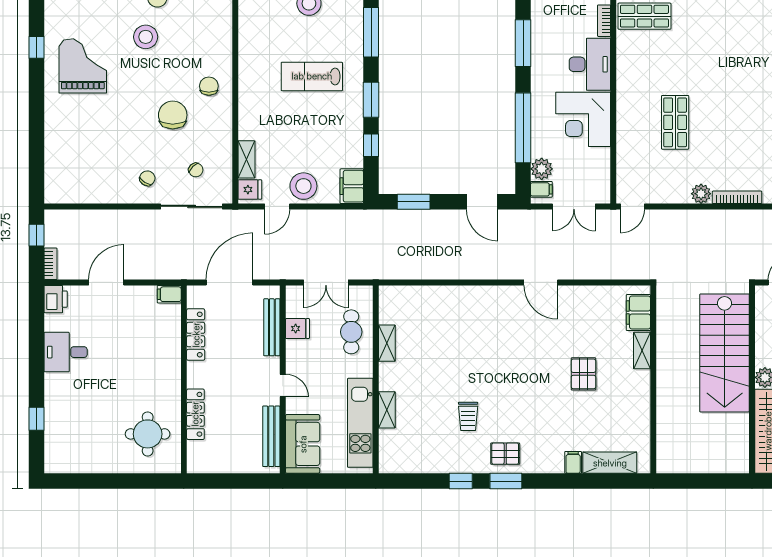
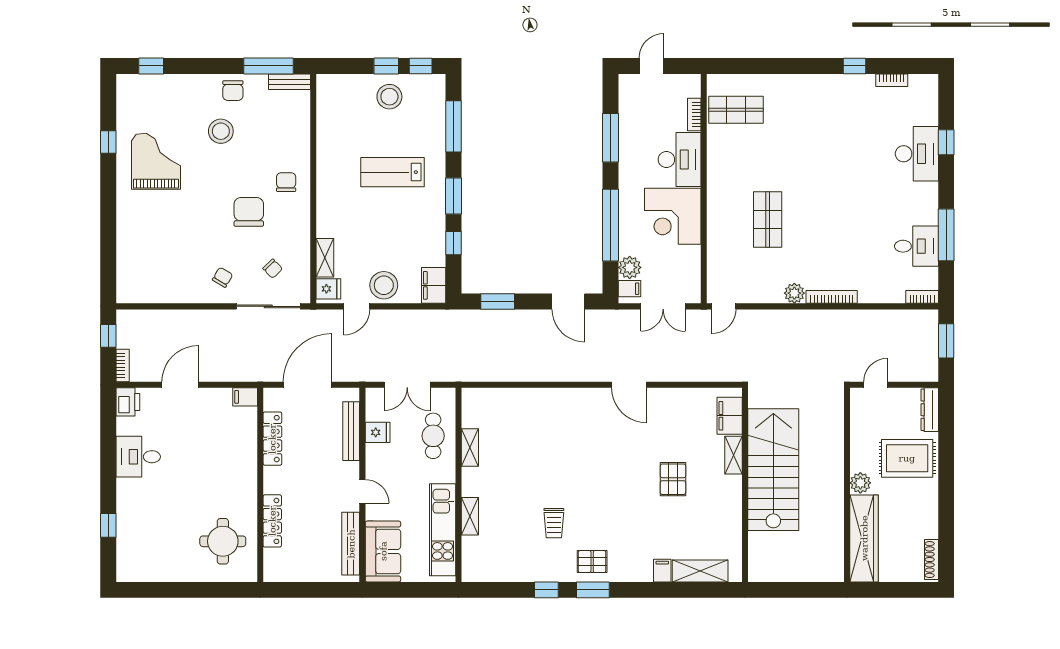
stairs: (725, 353) -> (773, 470), moved, turned 180

